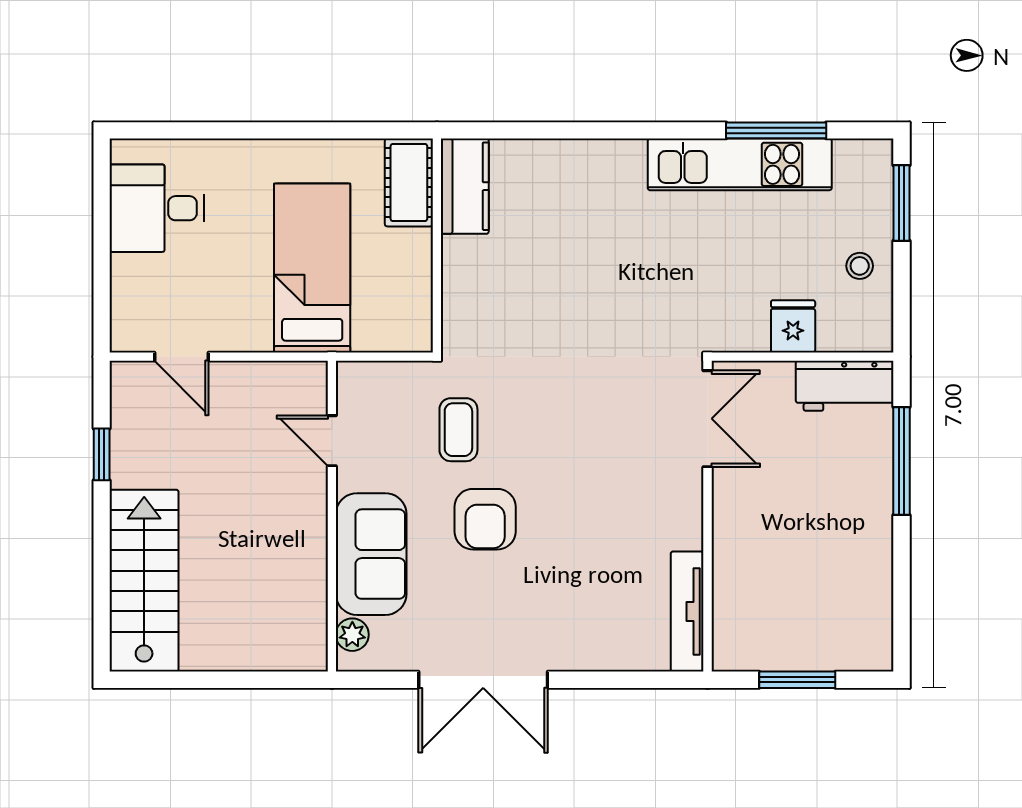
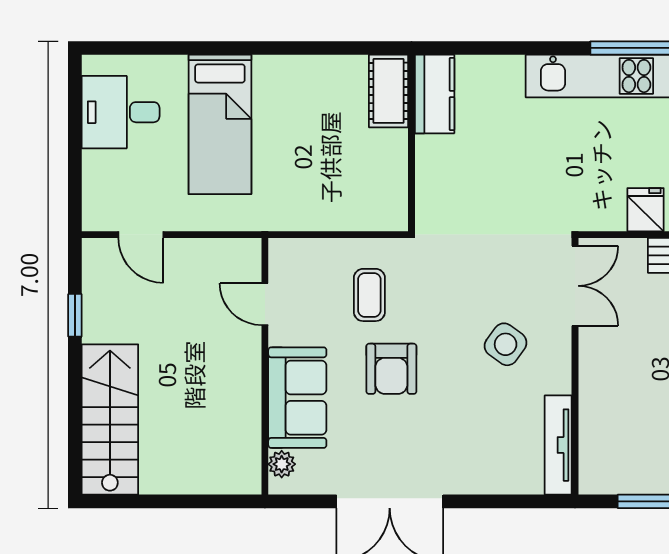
cot: (409, 182) -> (389, 91), moved
kitchen counter: (465, 186) -> (435, 94), moved
wall: (437, 246) -> (412, 143), moved
bed: (312, 268) -> (220, 124), moved, turned 180
side table: (623, 489) -> (506, 344), added

